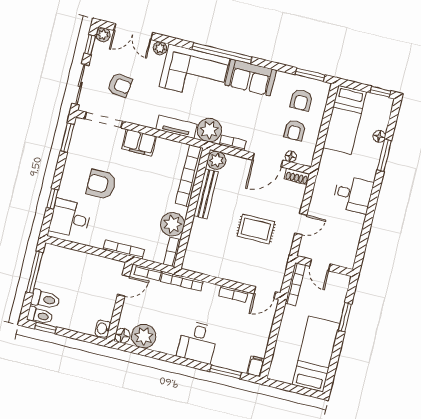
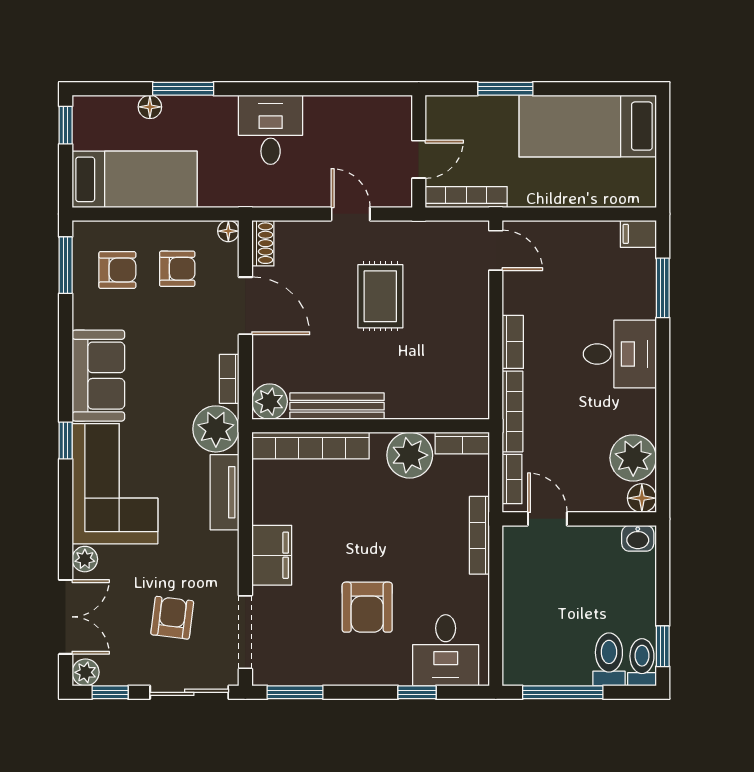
window: (222, 53) -> (66, 440), width x0.32
floor lamp: (291, 157) -> (228, 231), moved
bookcase: (233, 294) -> (513, 342), moved

